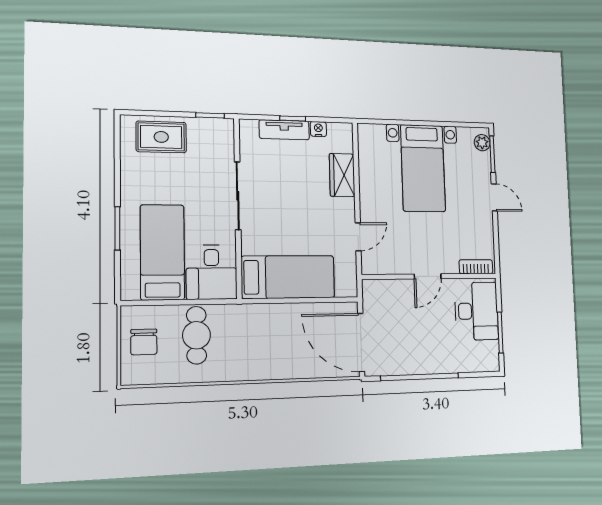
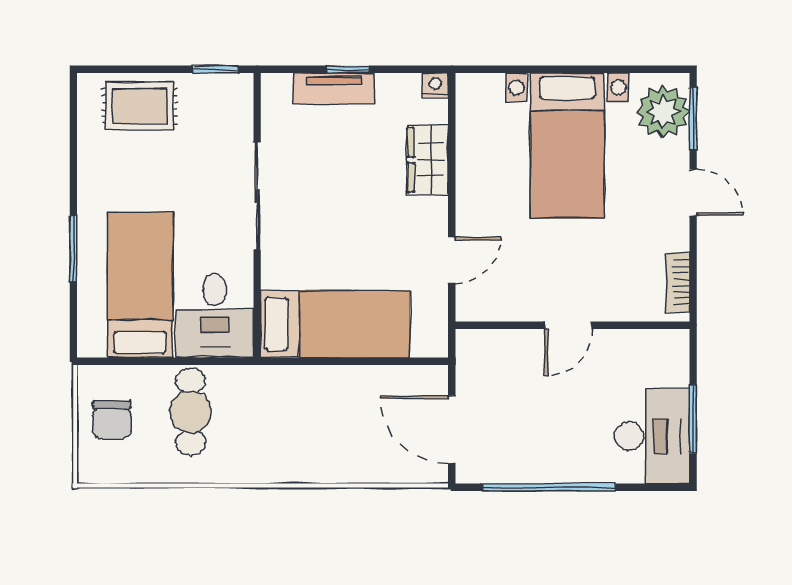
nightstand: (318, 129) -> (435, 85), moved
plant: (482, 143) -> (663, 112), width x1.87, depth x1.87
bookcase: (476, 267) -> (678, 282), moved, turned -90
desk: (476, 311) -> (652, 436), moved
door: (361, 342) -> (452, 430), width x0.73

